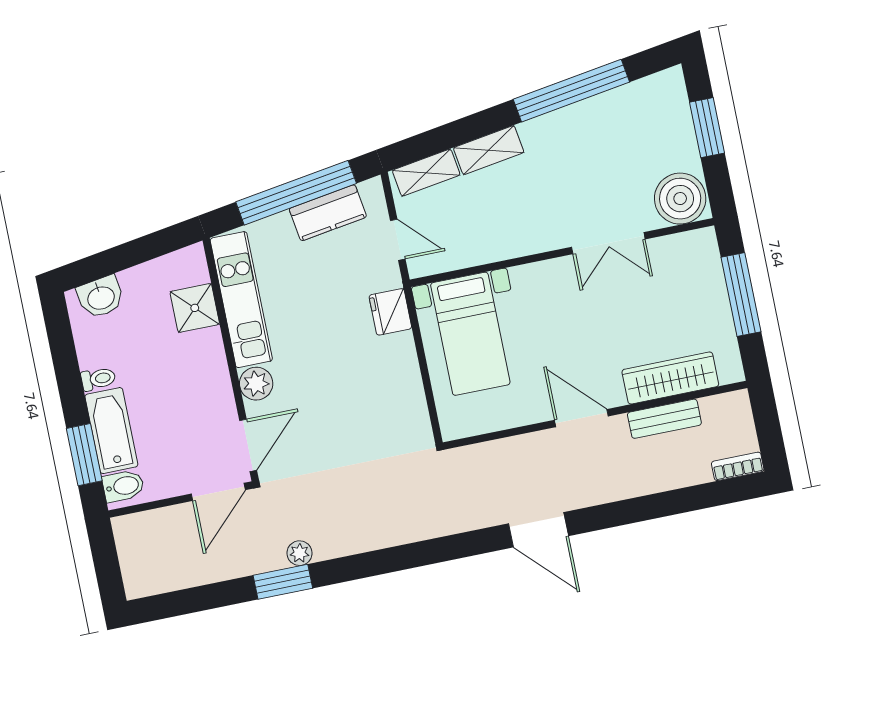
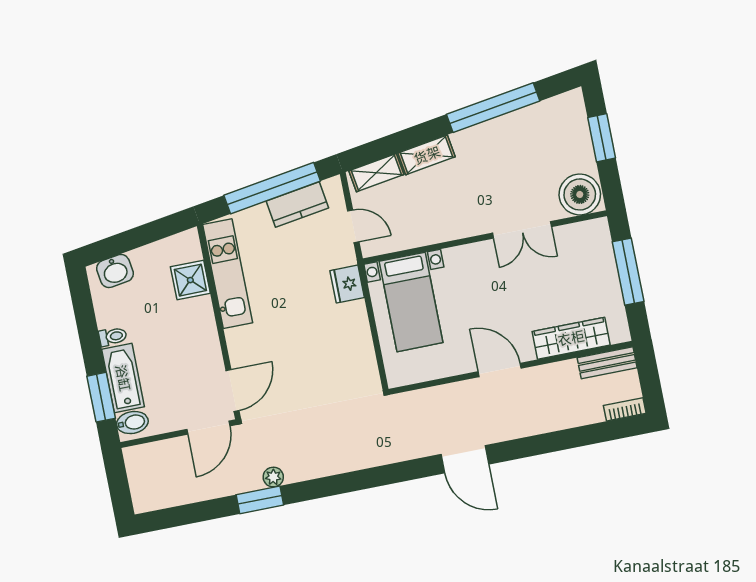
plant: (256, 384) -> (239, 341), removed
bench: (664, 419) -> (607, 363), moved

